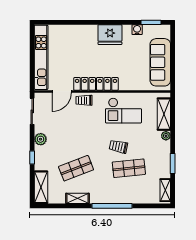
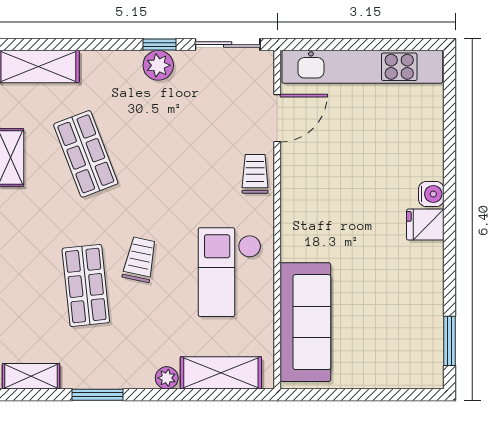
water cooler: (137, 30) -> (431, 194), moved
fridge: (110, 35) -> (425, 225), width x0.53, depth x0.75
sofa: (160, 62) -> (305, 322), moved, turned 90
locker: (96, 84) -> (296, 204), removed
door: (62, 91) -> (277, 118), swing flipped
window: (32, 157) -> (160, 45), moved

